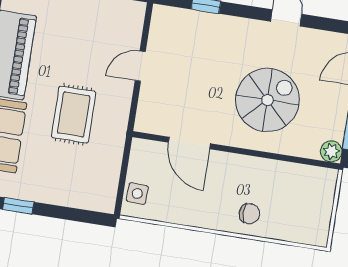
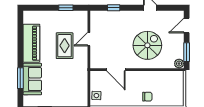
rug: (74, 115) -> (65, 46), moved

